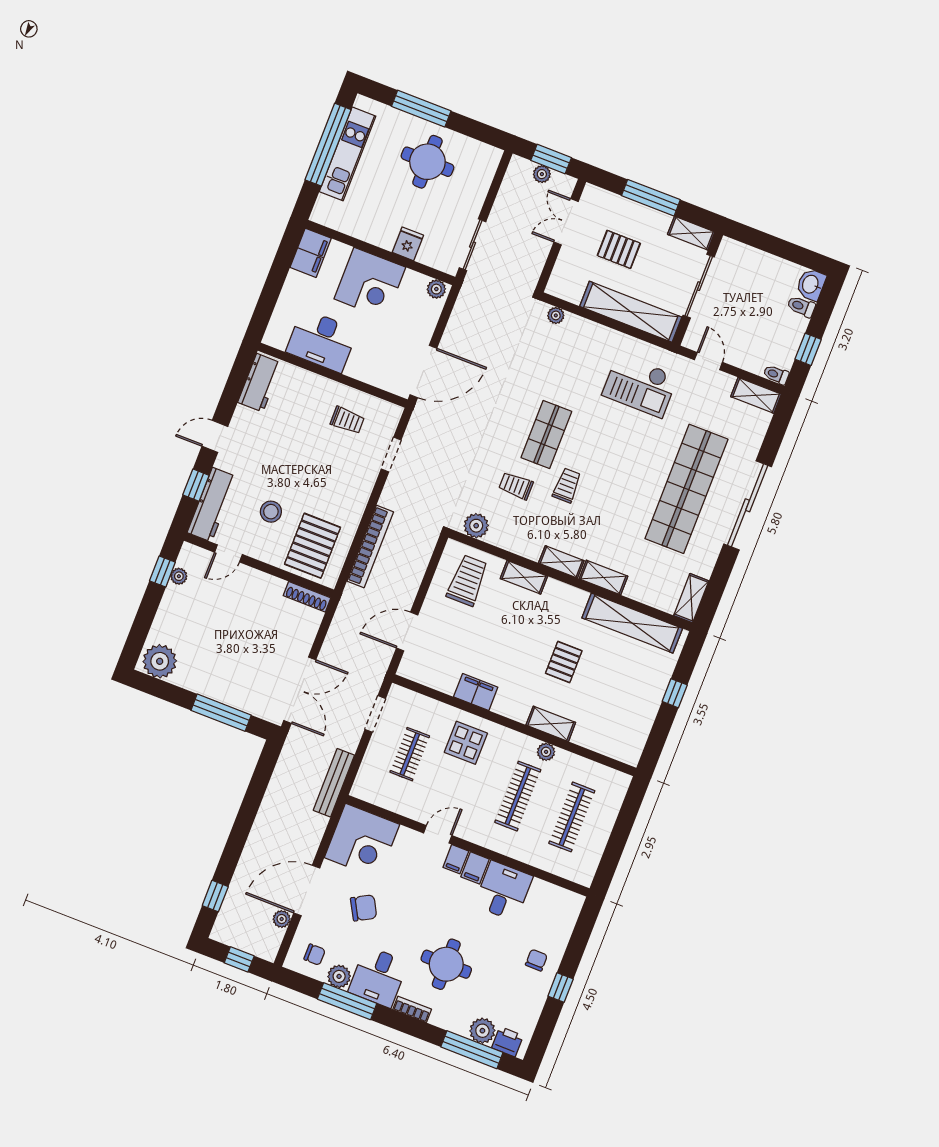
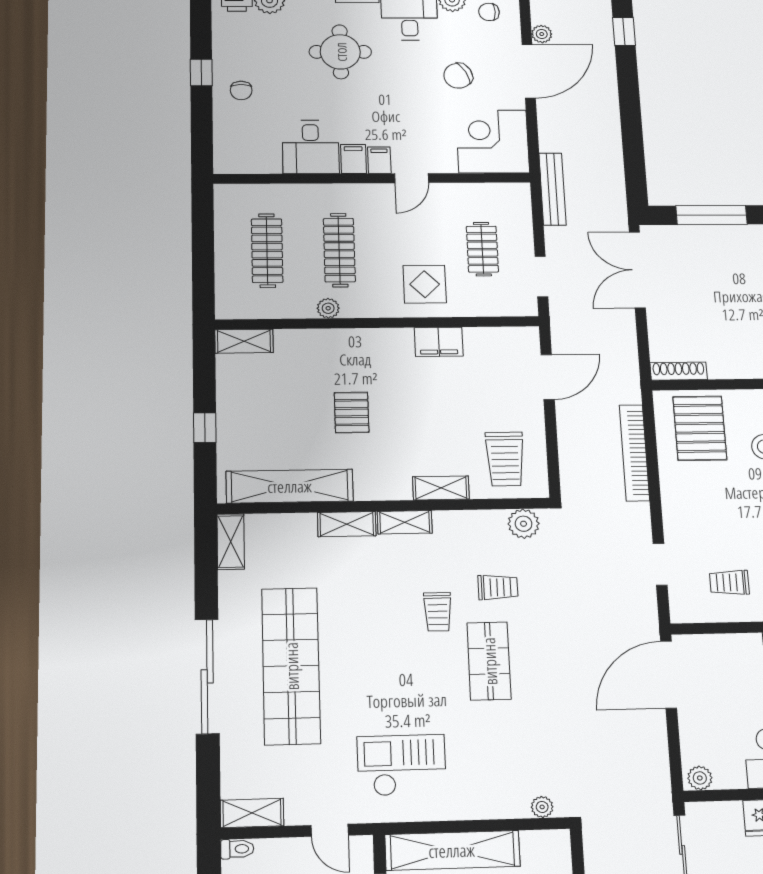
shelving: (551, 724) -> (244, 341), moved

